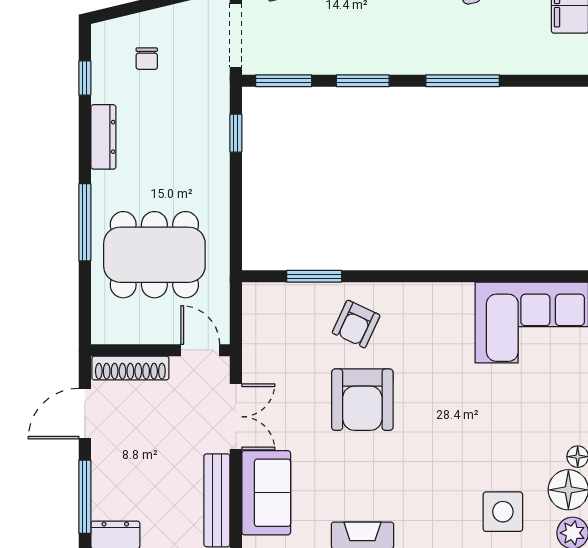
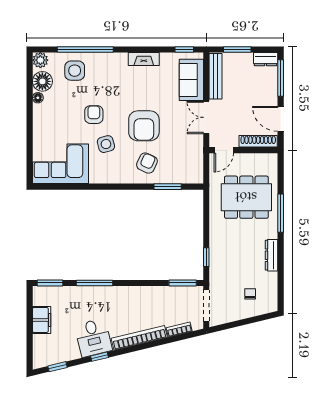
window: (85, 78) -> (281, 284), removed
window: (363, 81) -> (50, 283), moved
door: (200, 350) -> (224, 150), hinge flipped
side table: (439, 363) -> (106, 144), added
armchair: (362, 400) -> (144, 126), turned 180
door: (85, 414) -> (281, 119), swing flipped
armchair: (464, 422) -> (94, 115), added

